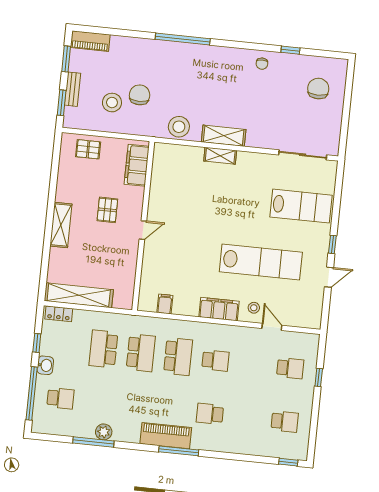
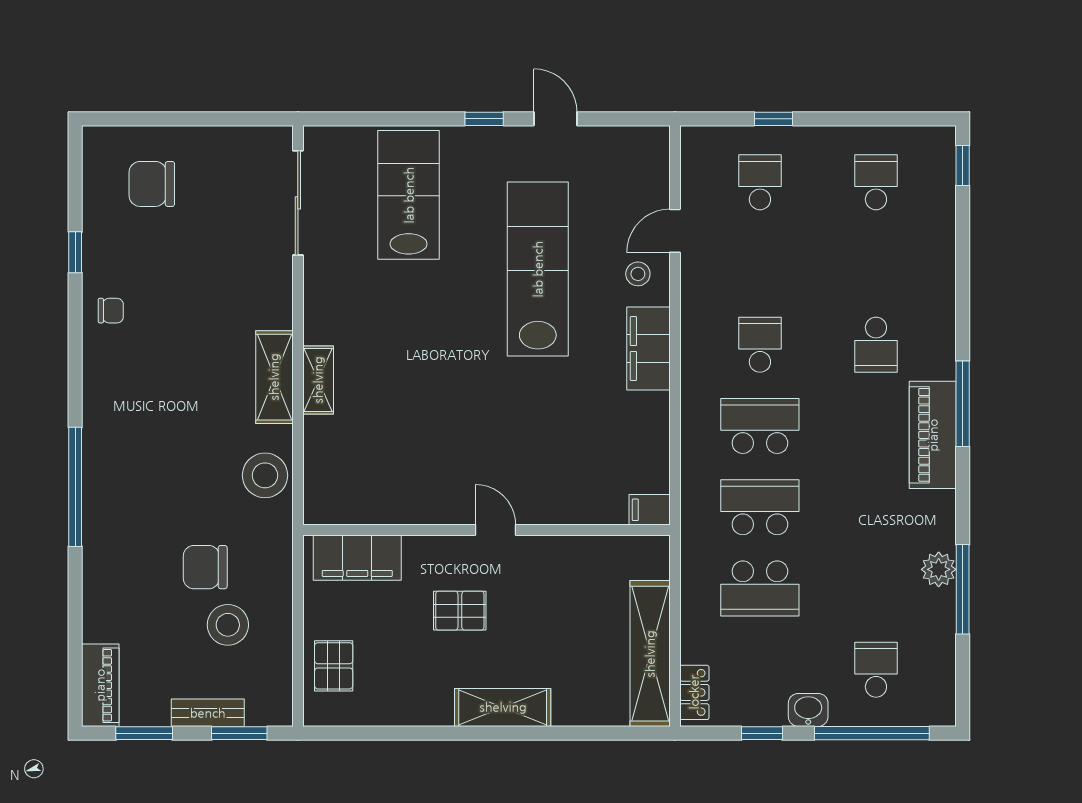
filing cabinet: (165, 304) -> (650, 510), moved

